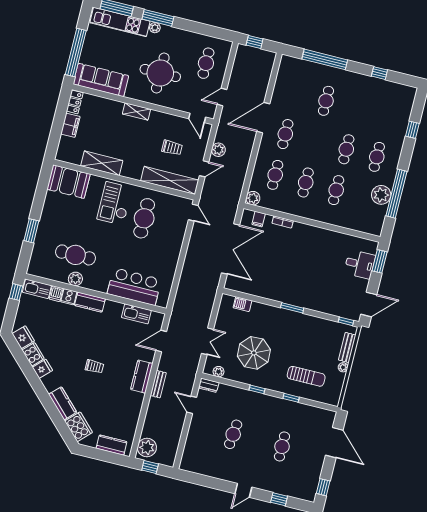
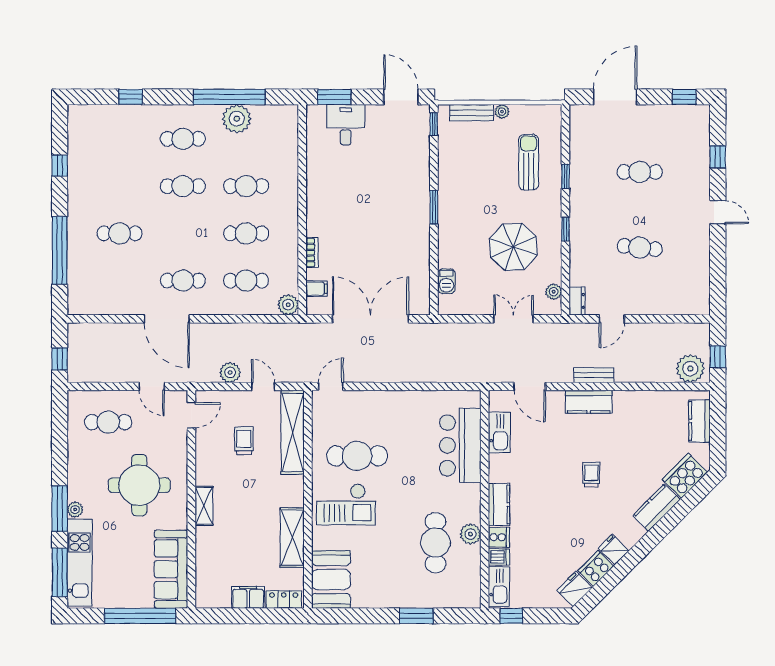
locker: (75, 102) -> (284, 599), moved

